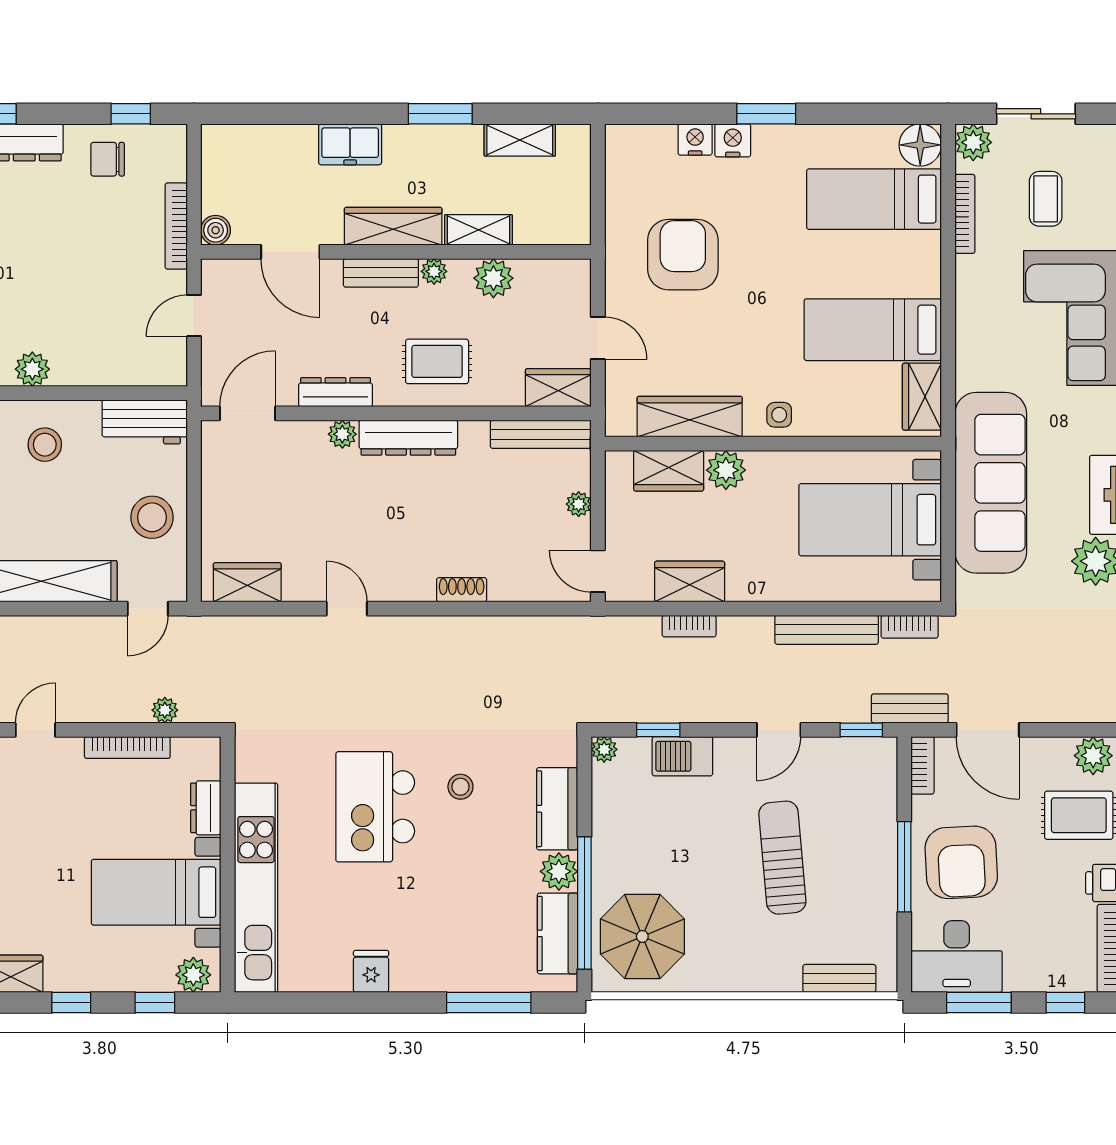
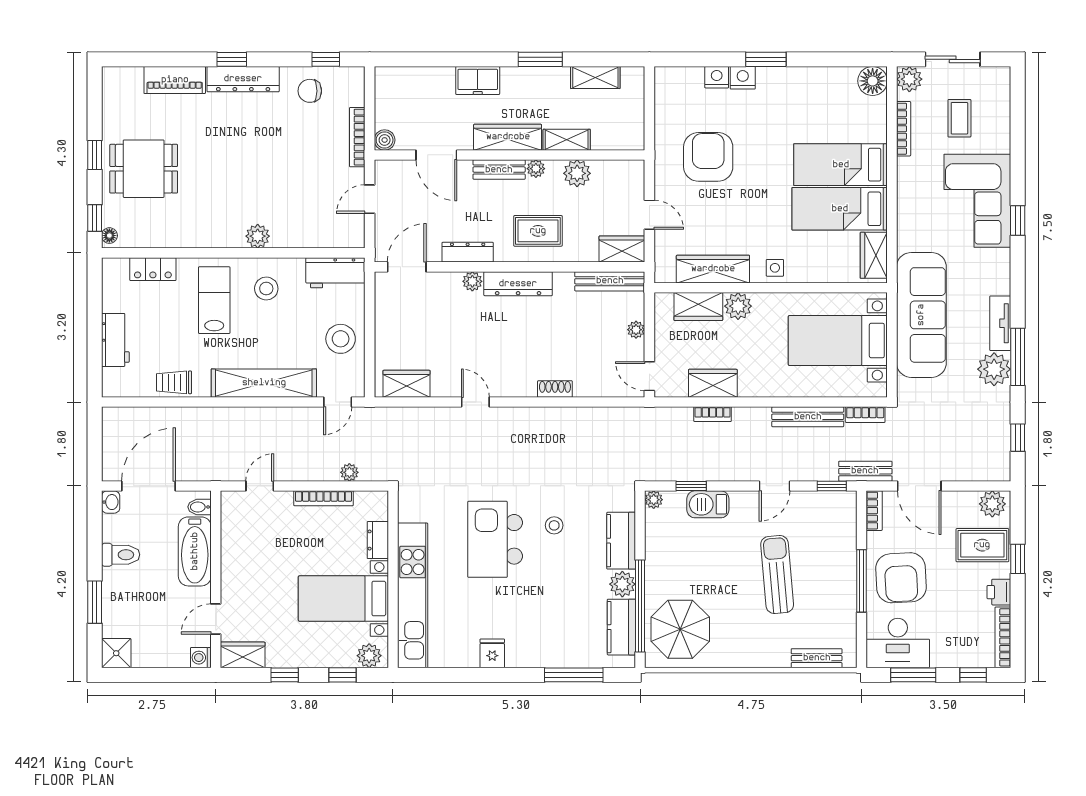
bed: (874, 199) -> (841, 165), moved

